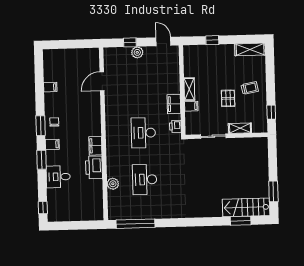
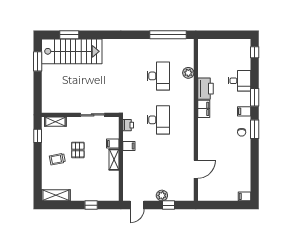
door: (163, 42) -> (137, 205), hinge flipped
filing cabinet: (50, 87) -> (244, 196), moved
filing cabinet: (174, 104) -> (129, 146), width x0.50
shelving: (240, 128) -> (55, 122), moved
stairs: (246, 207) -> (72, 51), width x1.36, depth x1.51

